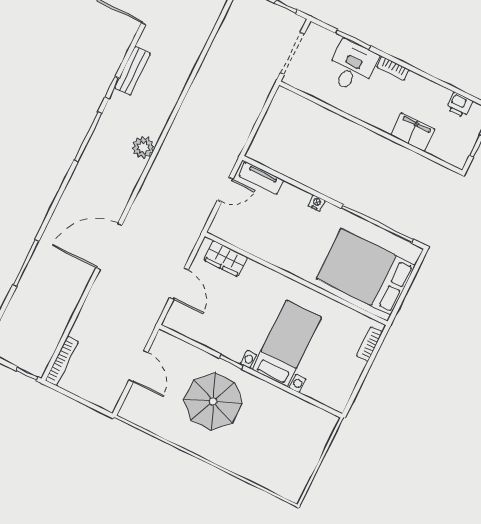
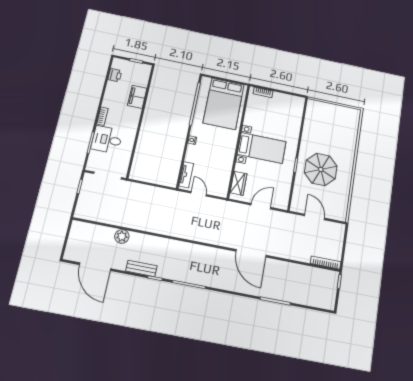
plant: (143, 147) -> (122, 236), moved
bed with nightstands: (287, 343) -> (262, 148), moved, turned 180
door: (138, 366) -> (315, 217), hinge flipped

